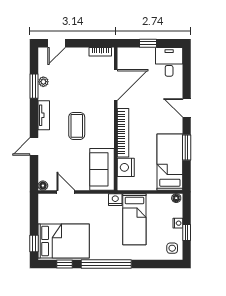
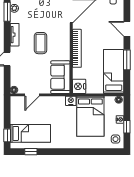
nightstand: (126, 167) -> (79, 86), moved
door: (66, 192) -> (32, 95), swing flipped
bed: (134, 219) -> (90, 116), width x1.50
bed: (64, 241) -> (30, 133), width x0.67
window: (106, 264) -> (64, 152), removed

